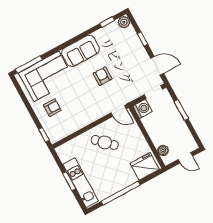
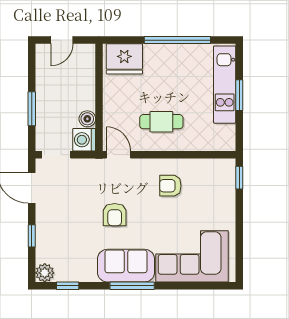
window: (29, 65) -> (132, 286), moved
armchair: (52, 108) -> (170, 186), moved
cafe table: (105, 142) -> (161, 122), turned -44
boiler: (163, 150) -> (87, 119), moved
door: (185, 158) -> (62, 40), swing flipped

